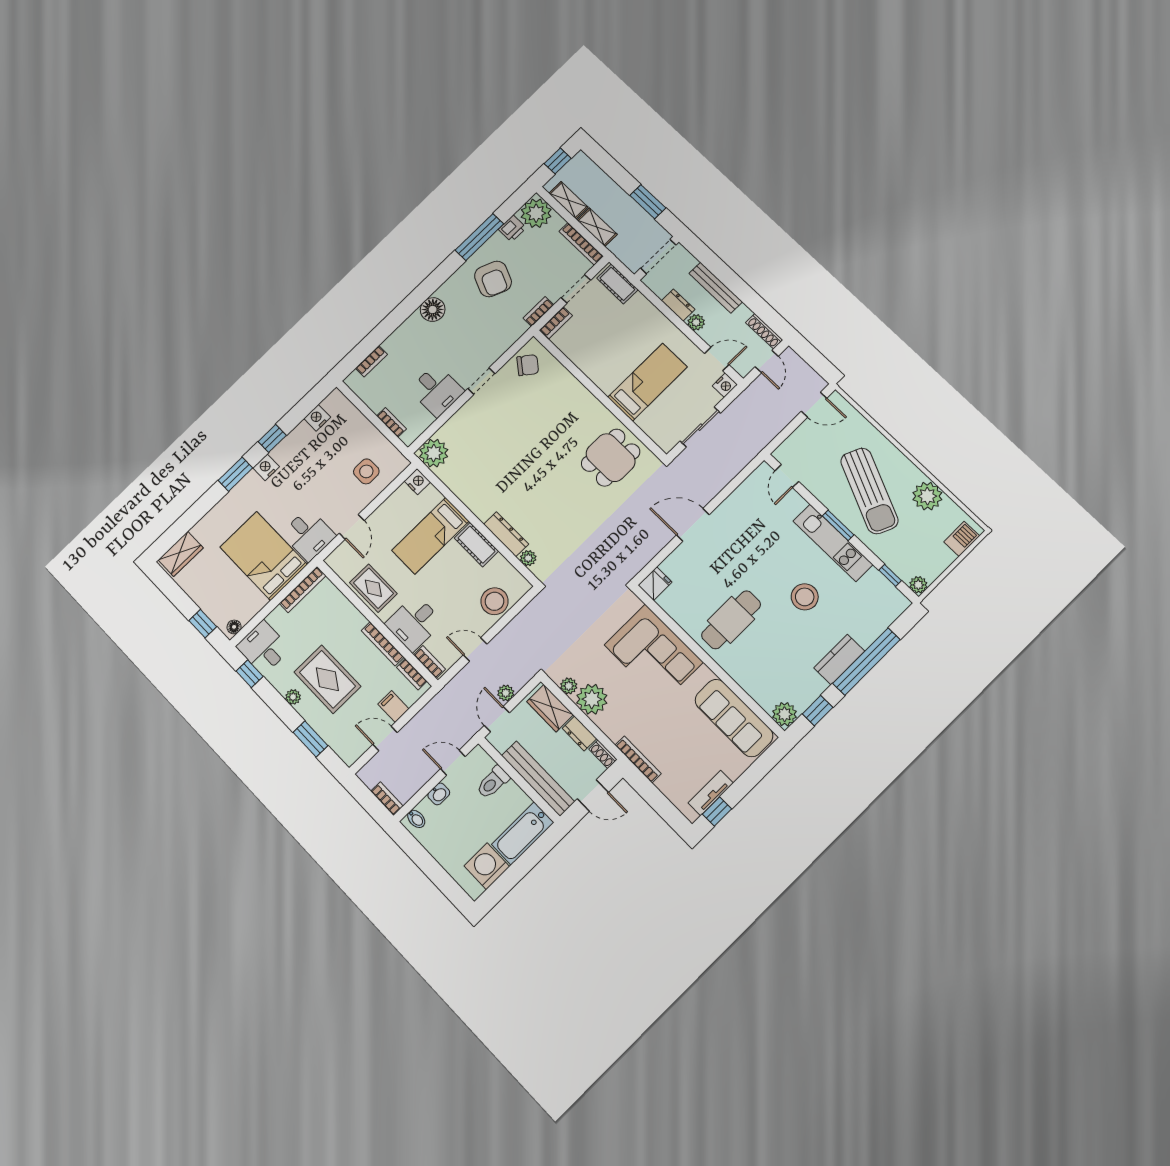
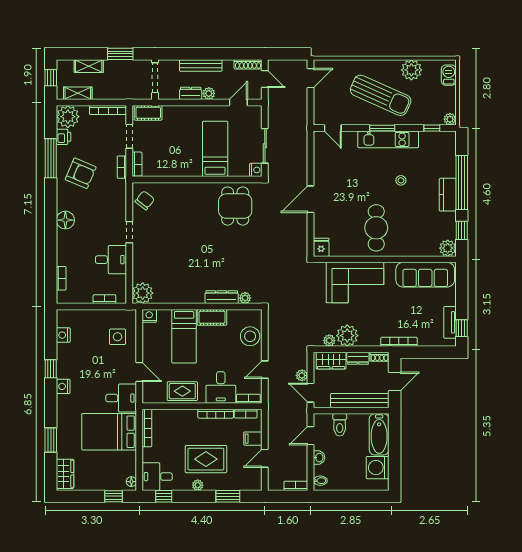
shelving: (597, 227) -> (89, 66), moved
nightstand: (725, 385) -> (256, 170), moved
window: (235, 474) -> (51, 440), moved
stool: (805, 597) -> (401, 180), width x0.53, depth x0.53

